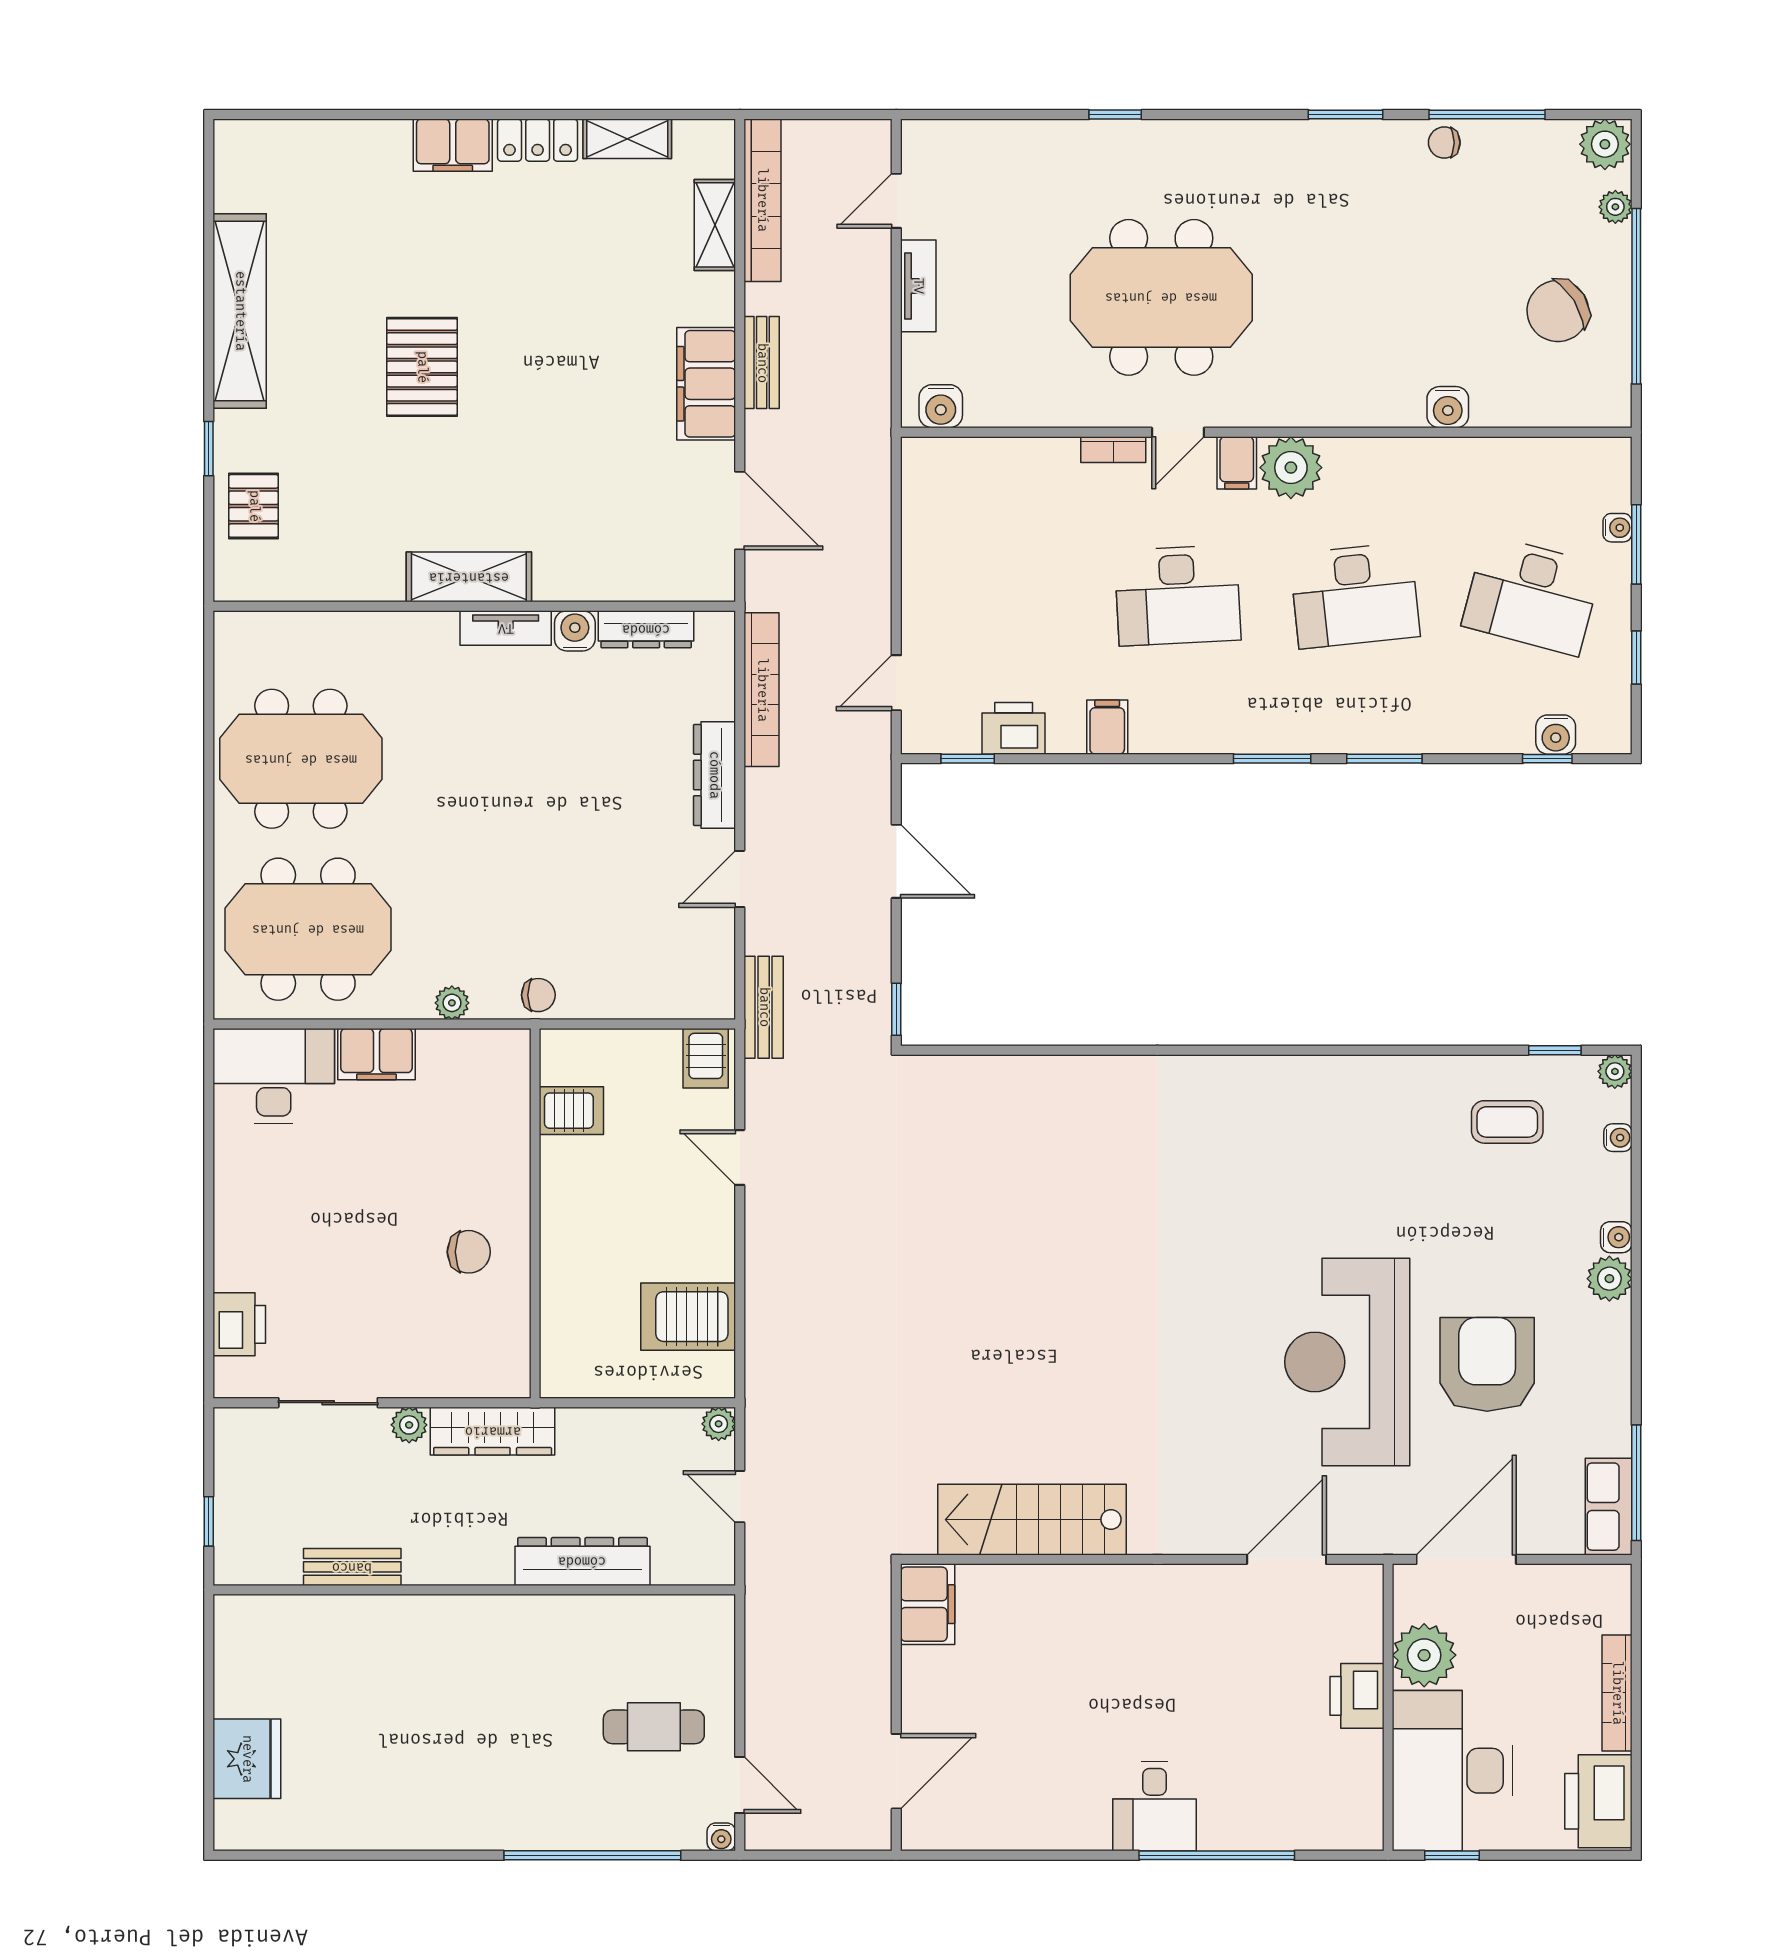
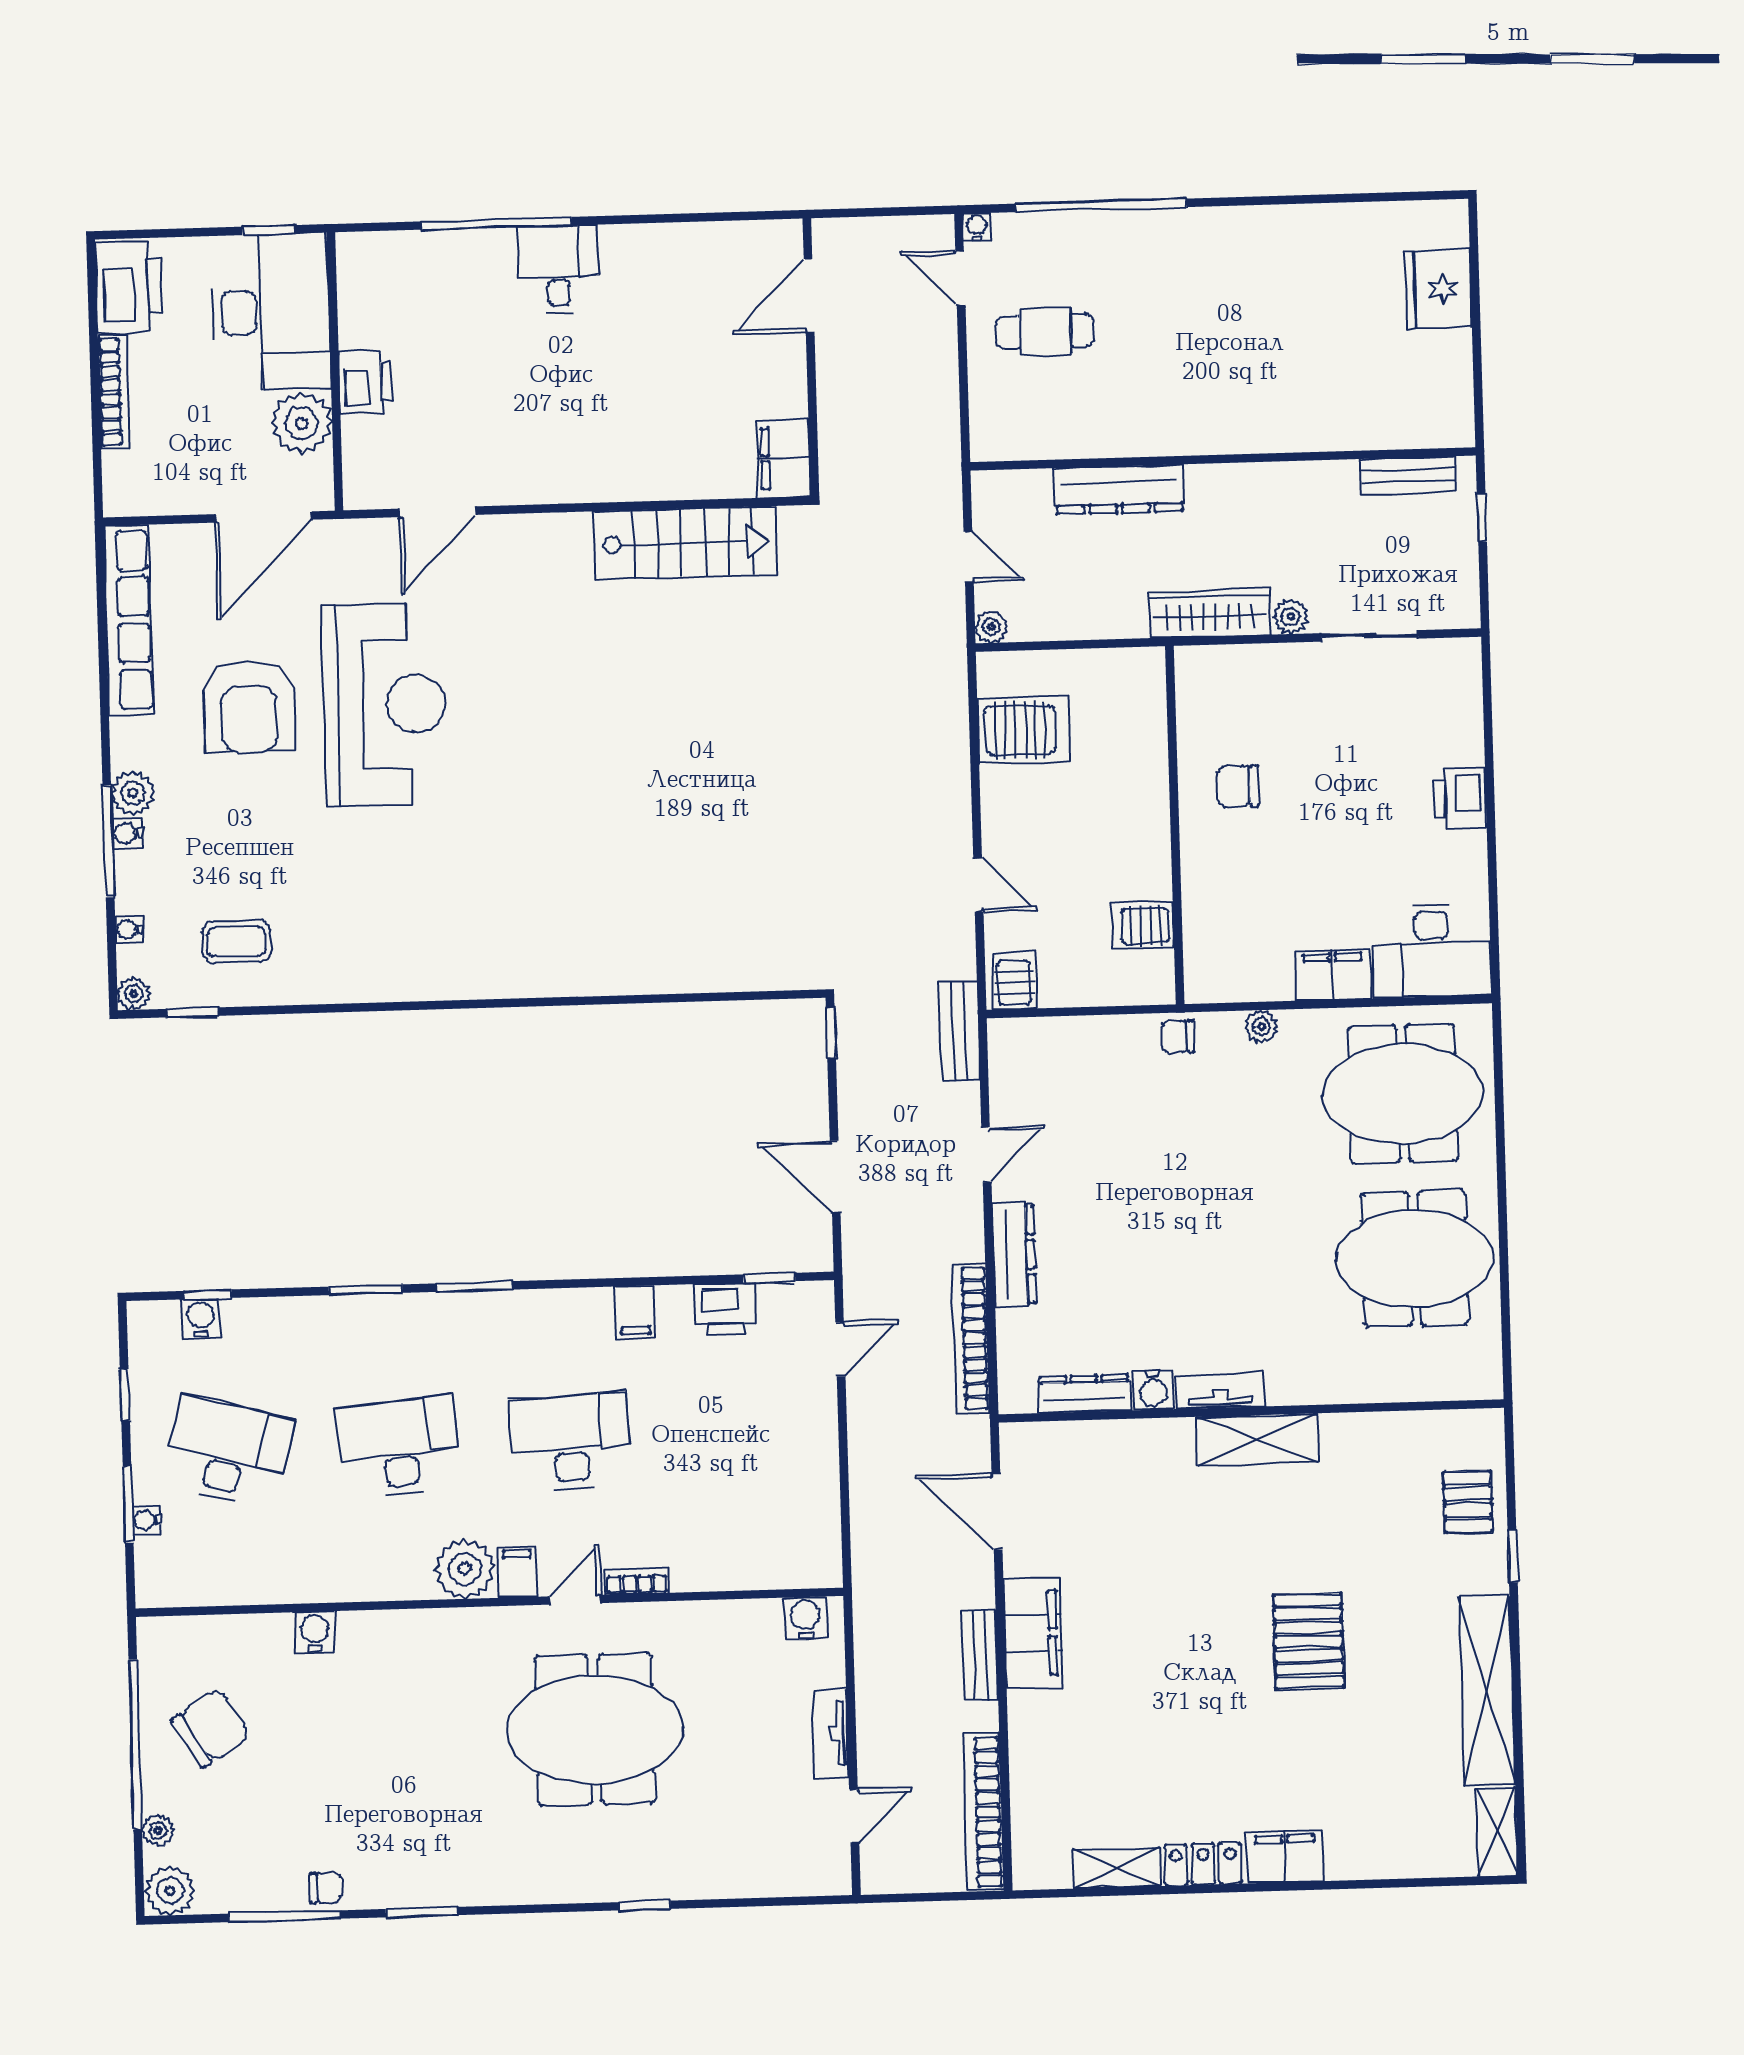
shelving: (715, 225) -> (1497, 1832), moved
printer: (239, 1324) -> (1461, 799), moved
window: (1636, 1483) -> (108, 841), moved
row of seats: (1609, 1507) -> (129, 620), width x2.02
bench: (352, 1567) -> (1408, 476), moved

